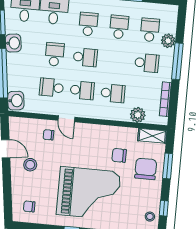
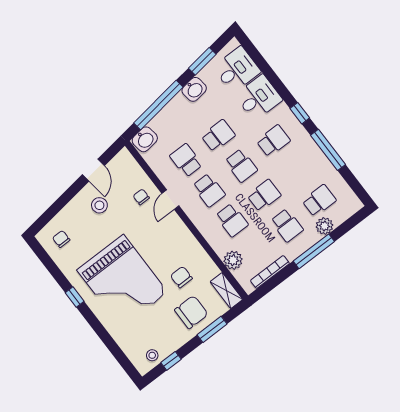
school desk: (119, 27) -> (264, 195), moved

